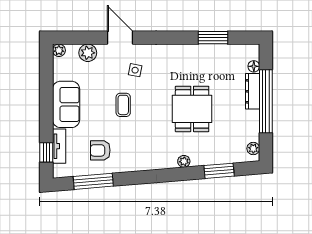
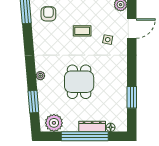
dining table: (192, 109) -> (79, 82), turned 90
plant: (253, 148) -> (54, 123), width x1.88, depth x1.88

